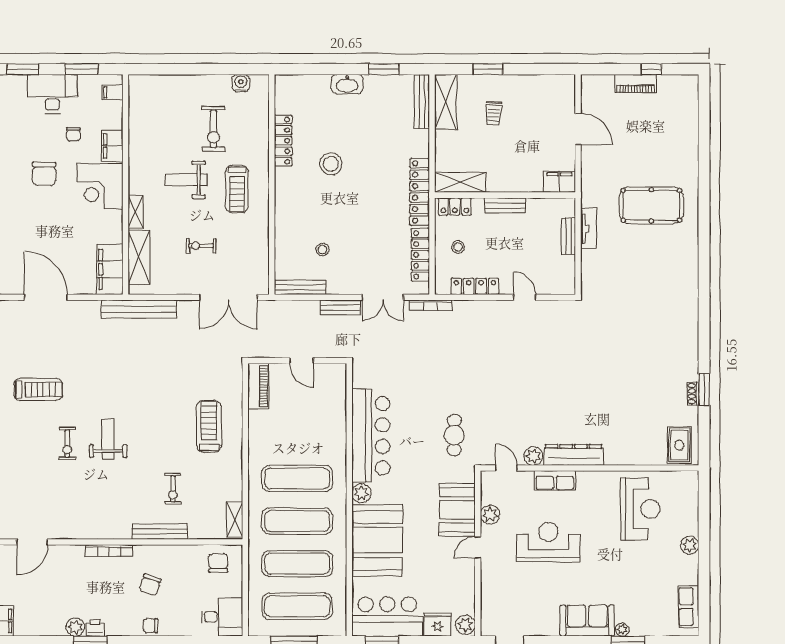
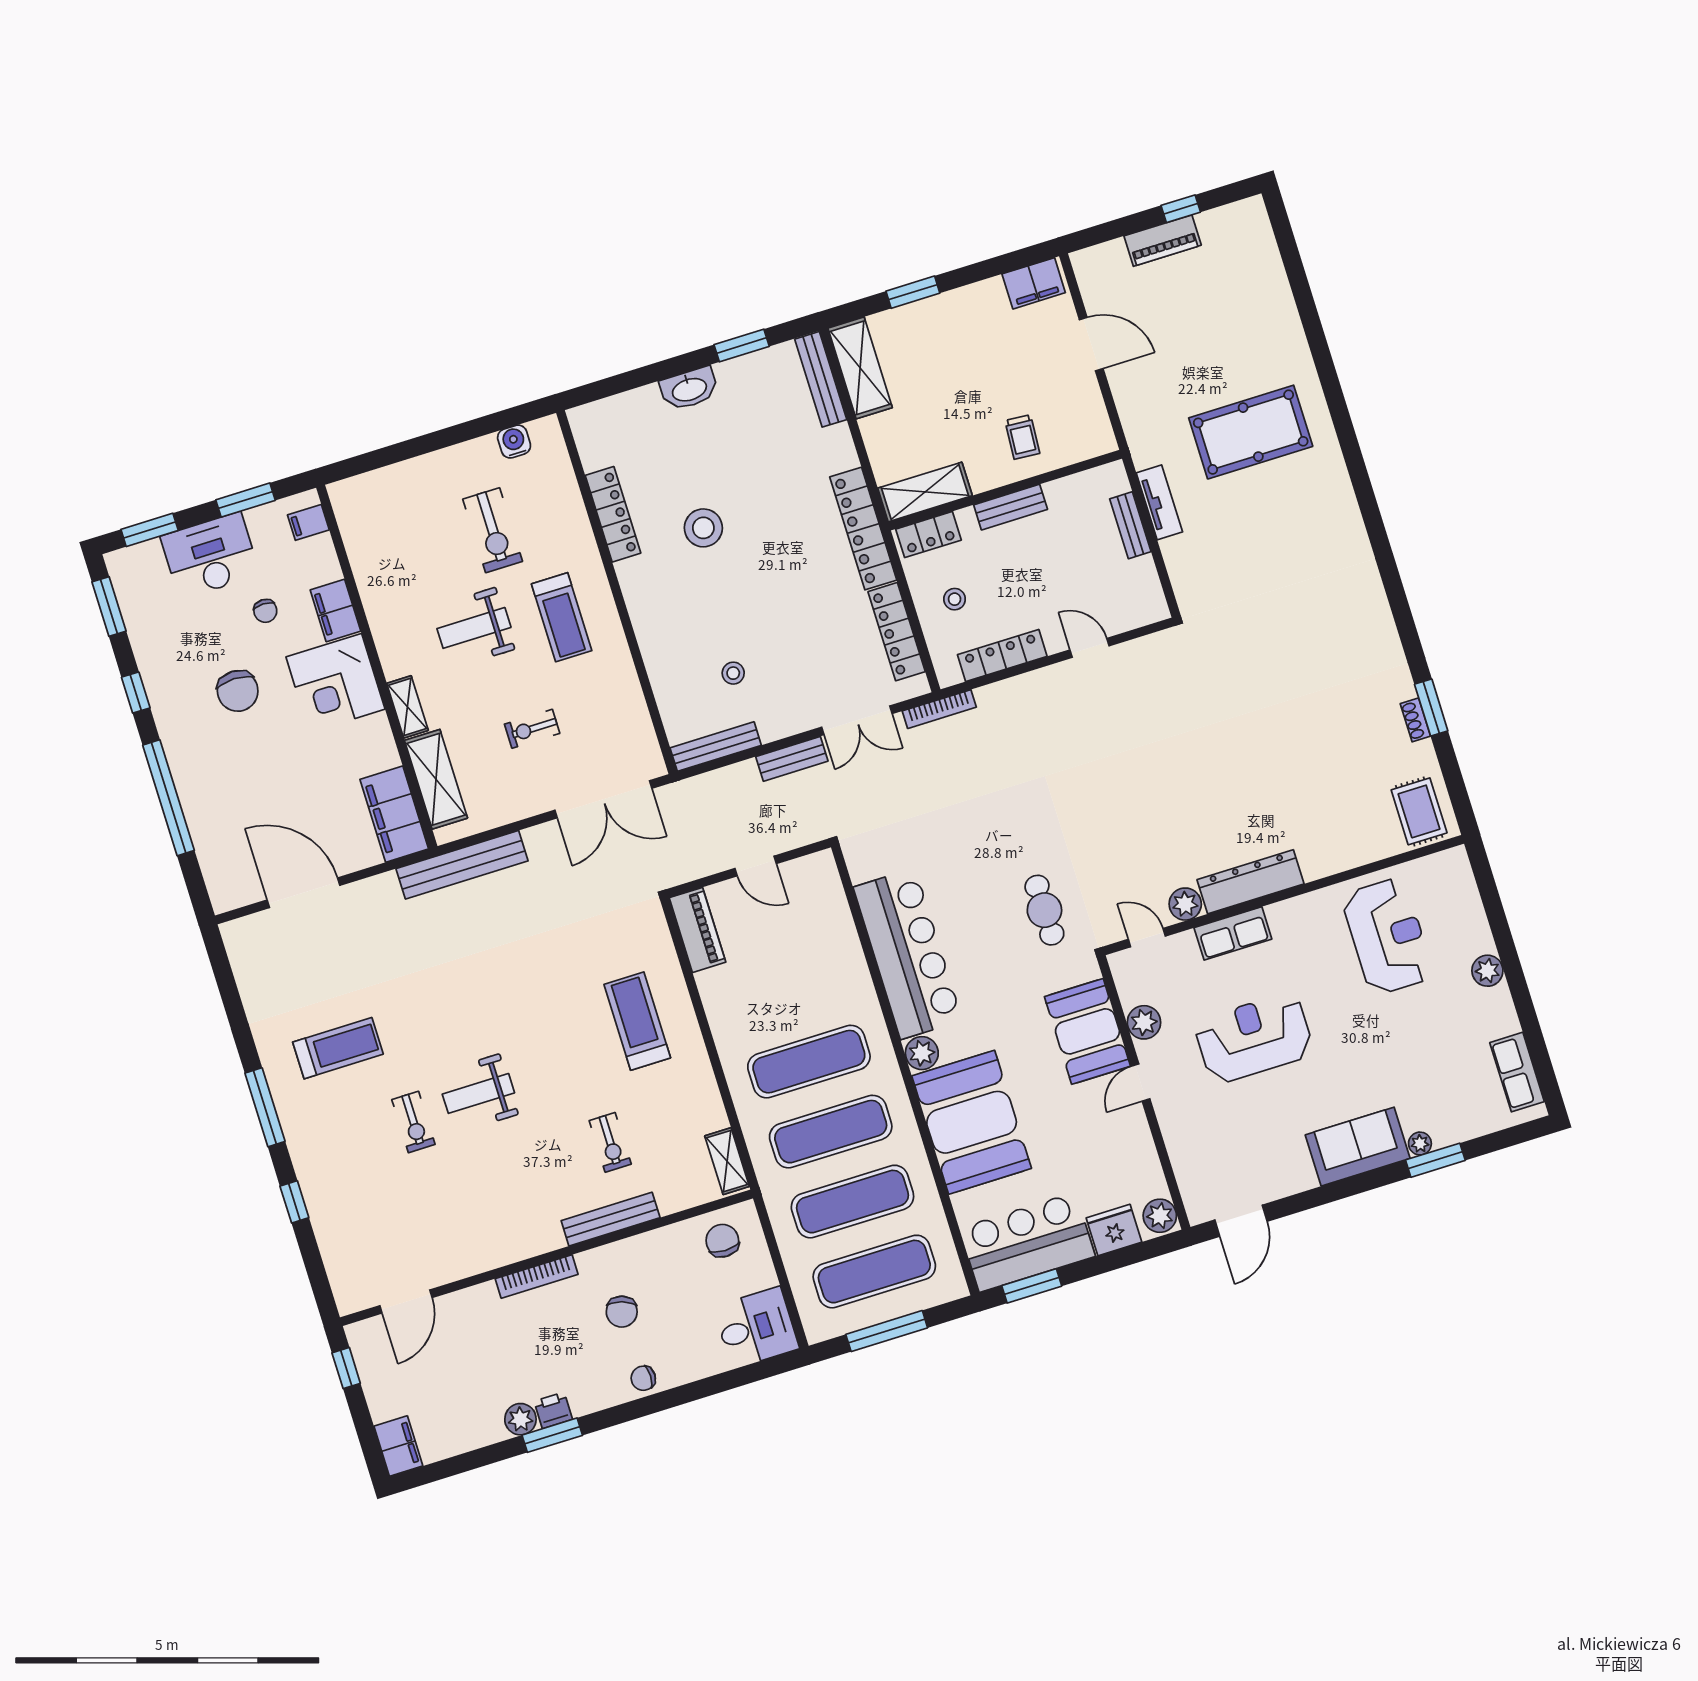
trolley: (493, 113) -> (1022, 437), moved
filing cabinet: (559, 182) -> (1034, 283), moved, turned 180
weight bench: (108, 439) -> (478, 1093), turned -90

